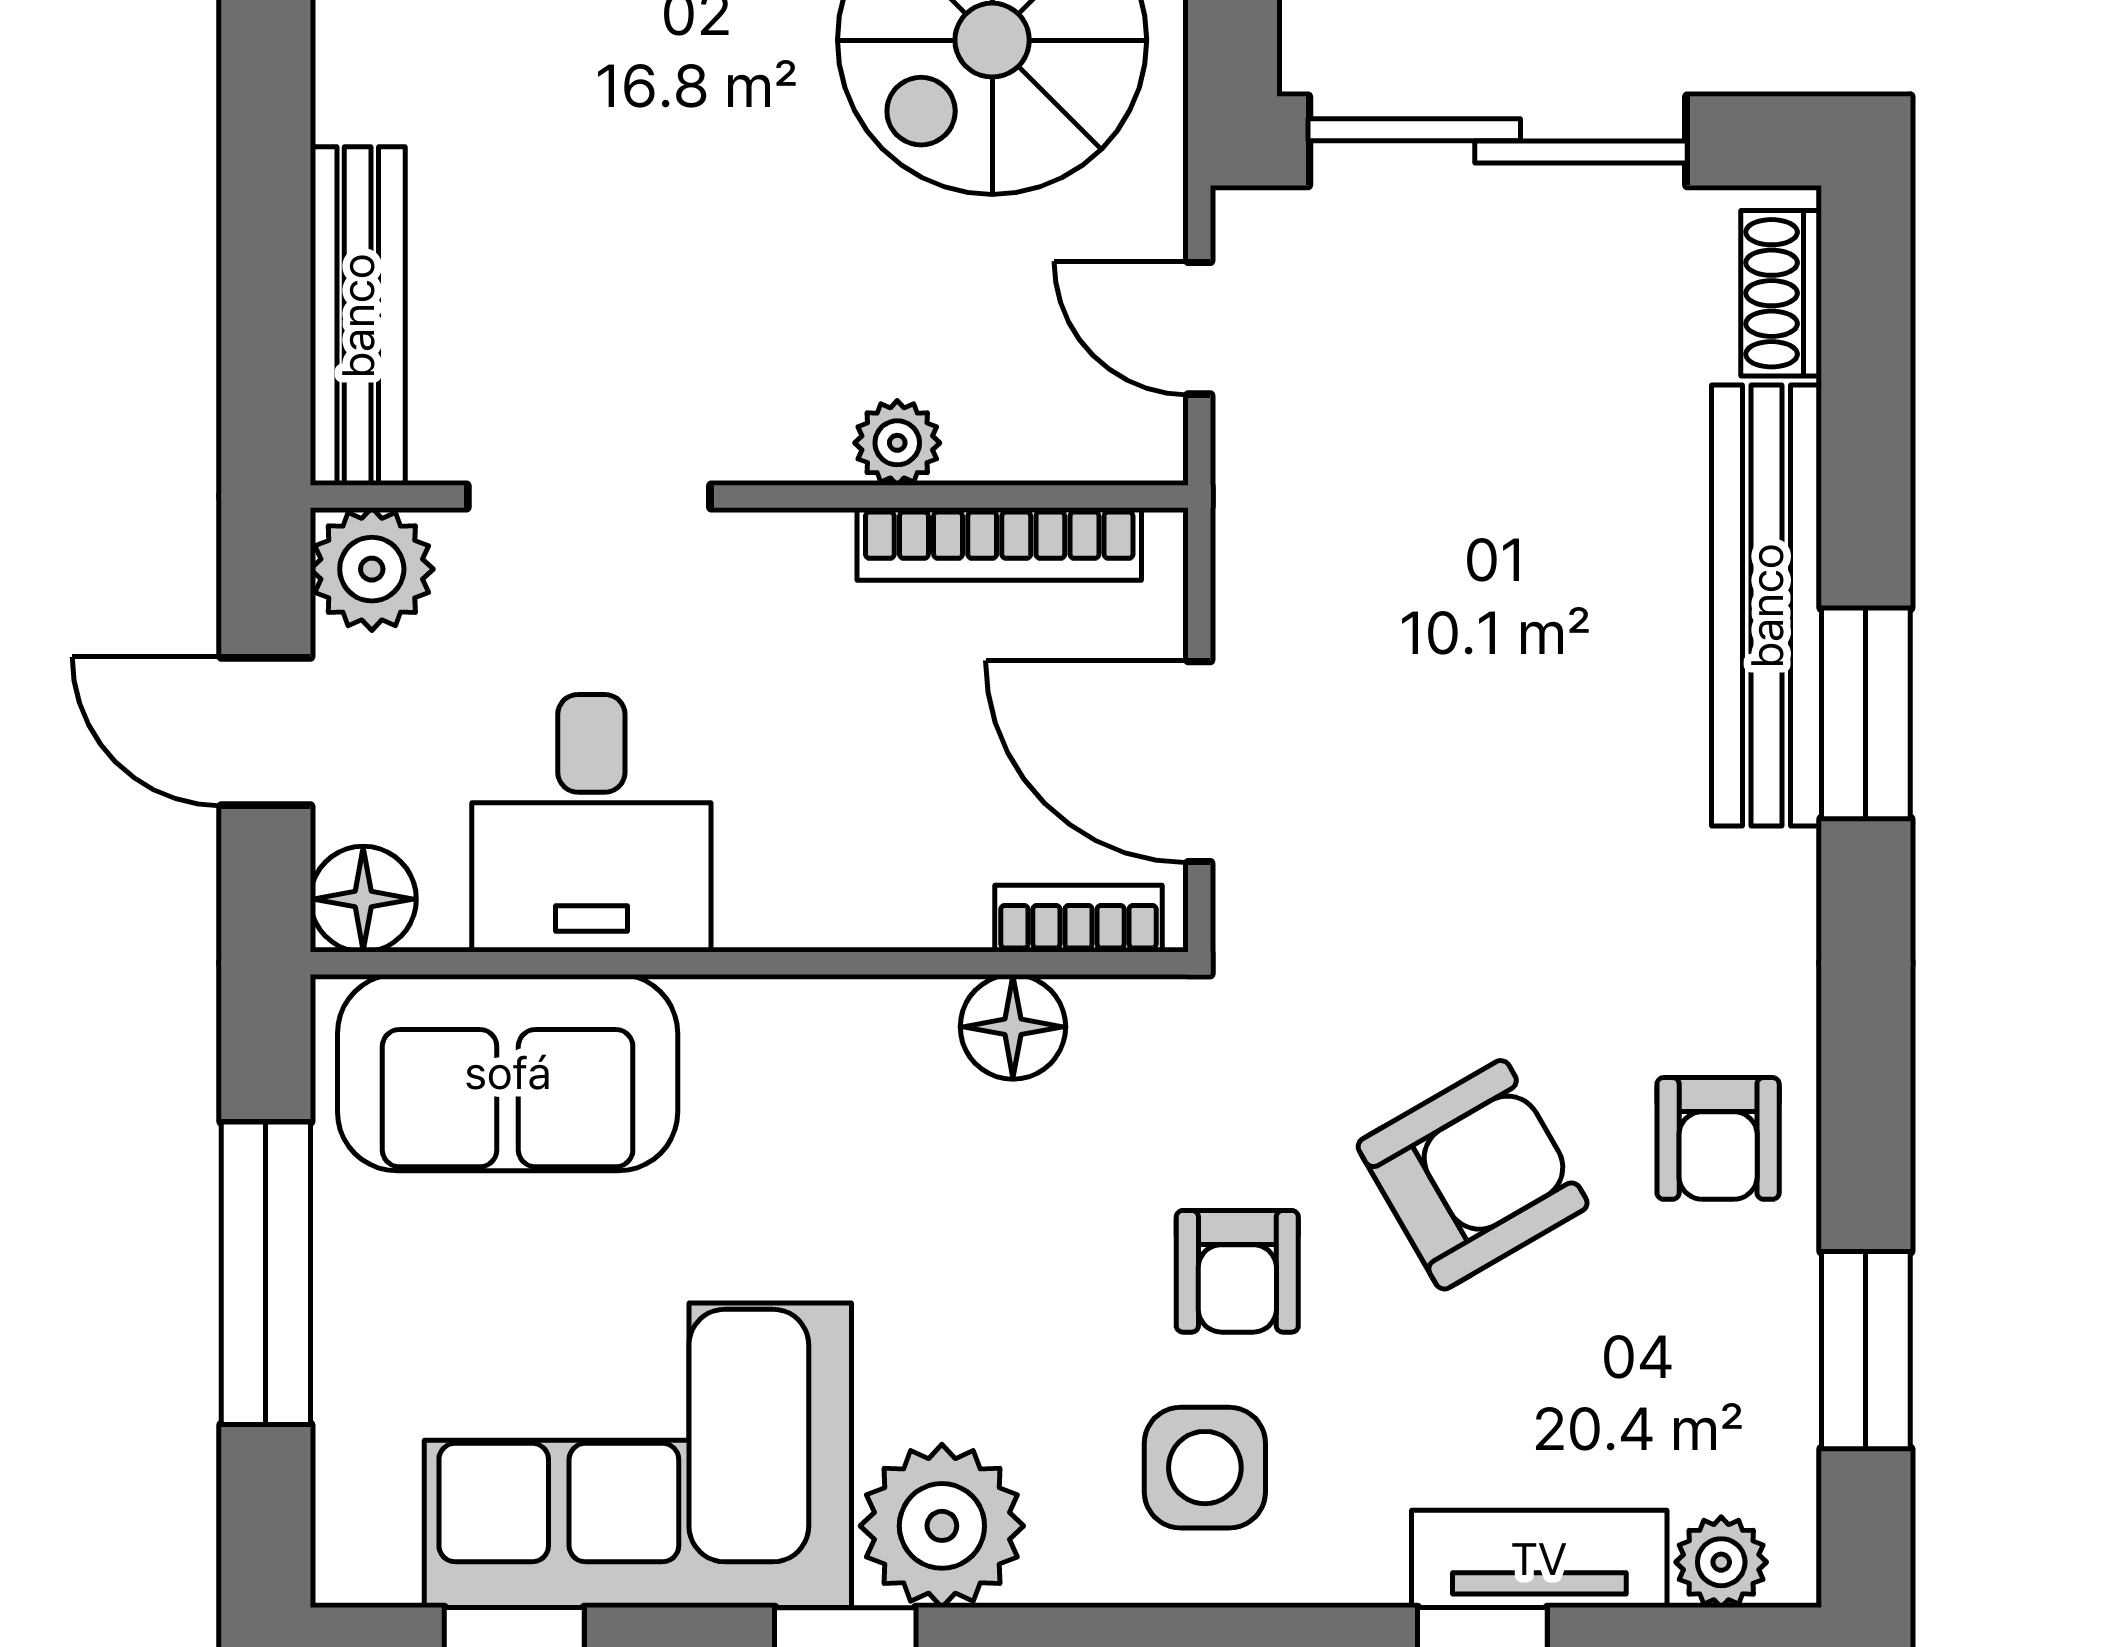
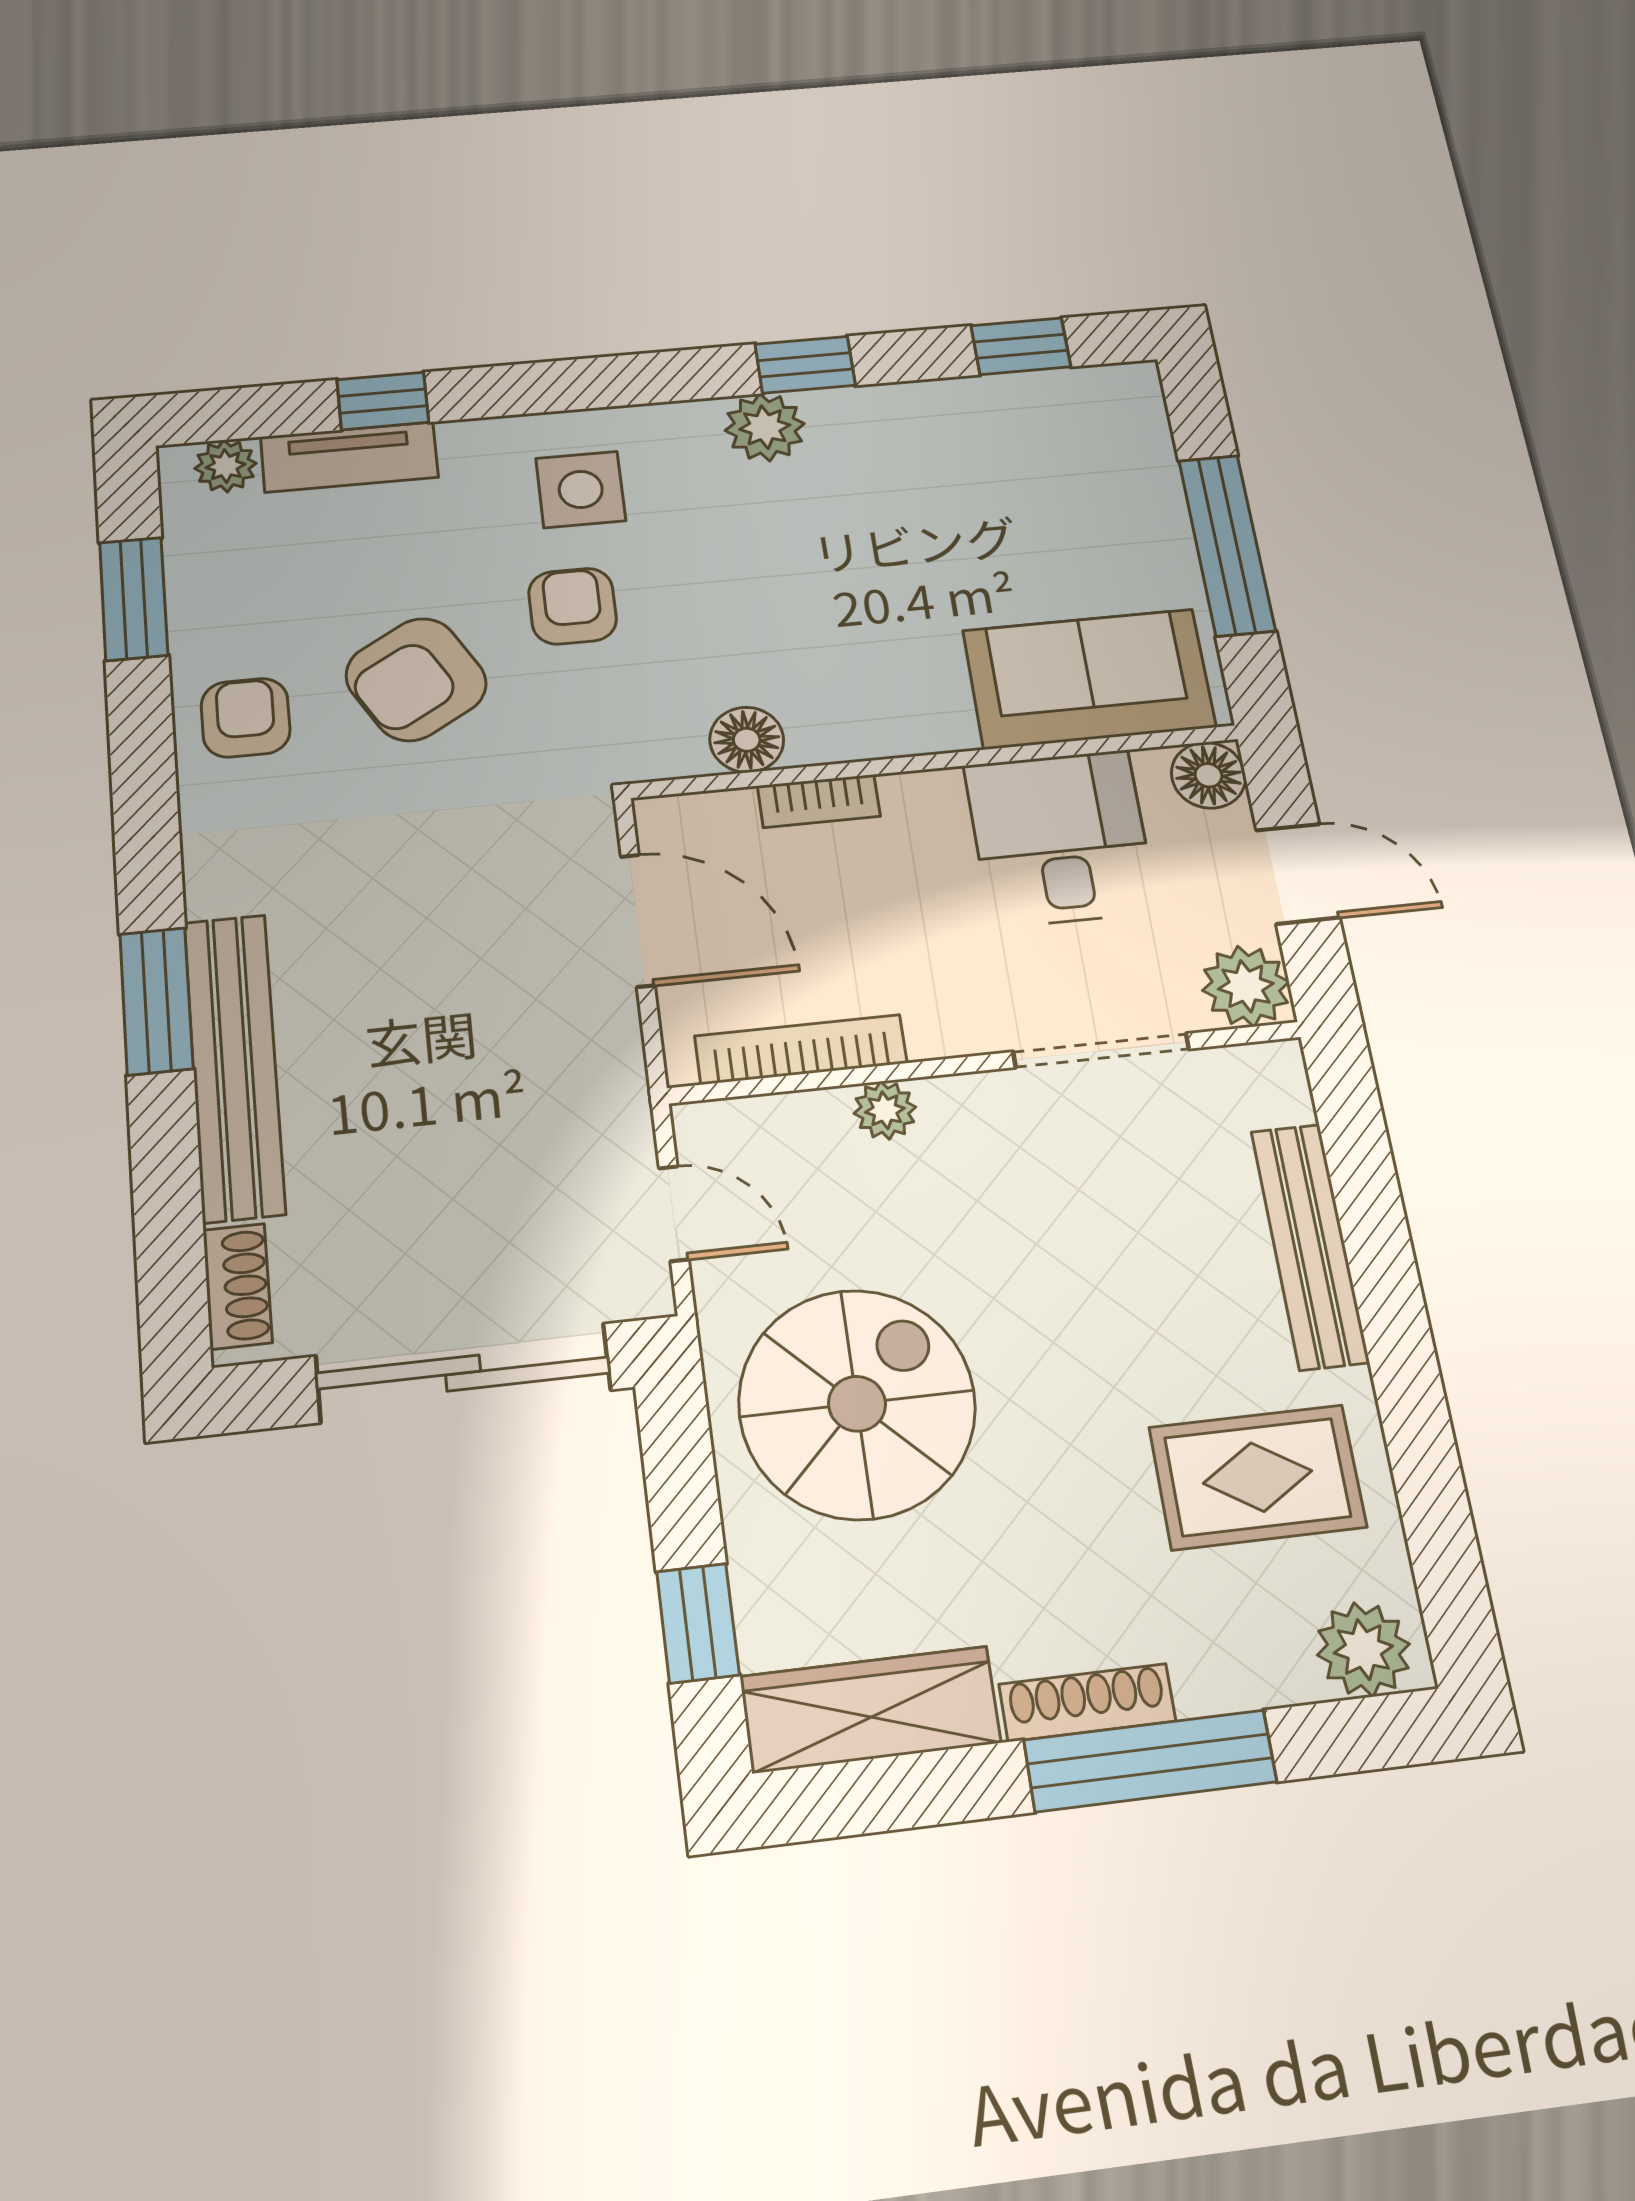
bench: (358, 316) -> (1310, 1246), moved
bookcase: (1078, 919) -> (819, 801), moved
corner sofa: (638, 1455) -> (960, 463), removed
plant: (942, 1526) -> (765, 427), width x0.73, depth x0.73

